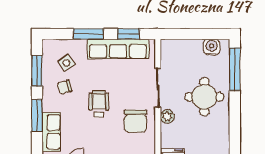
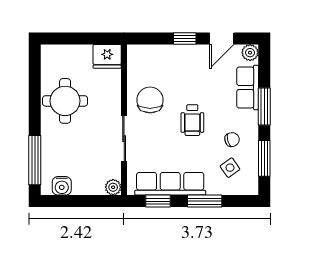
round table: (204, 97) -> (65, 101), moved
plant: (167, 117) -> (113, 187), moved

